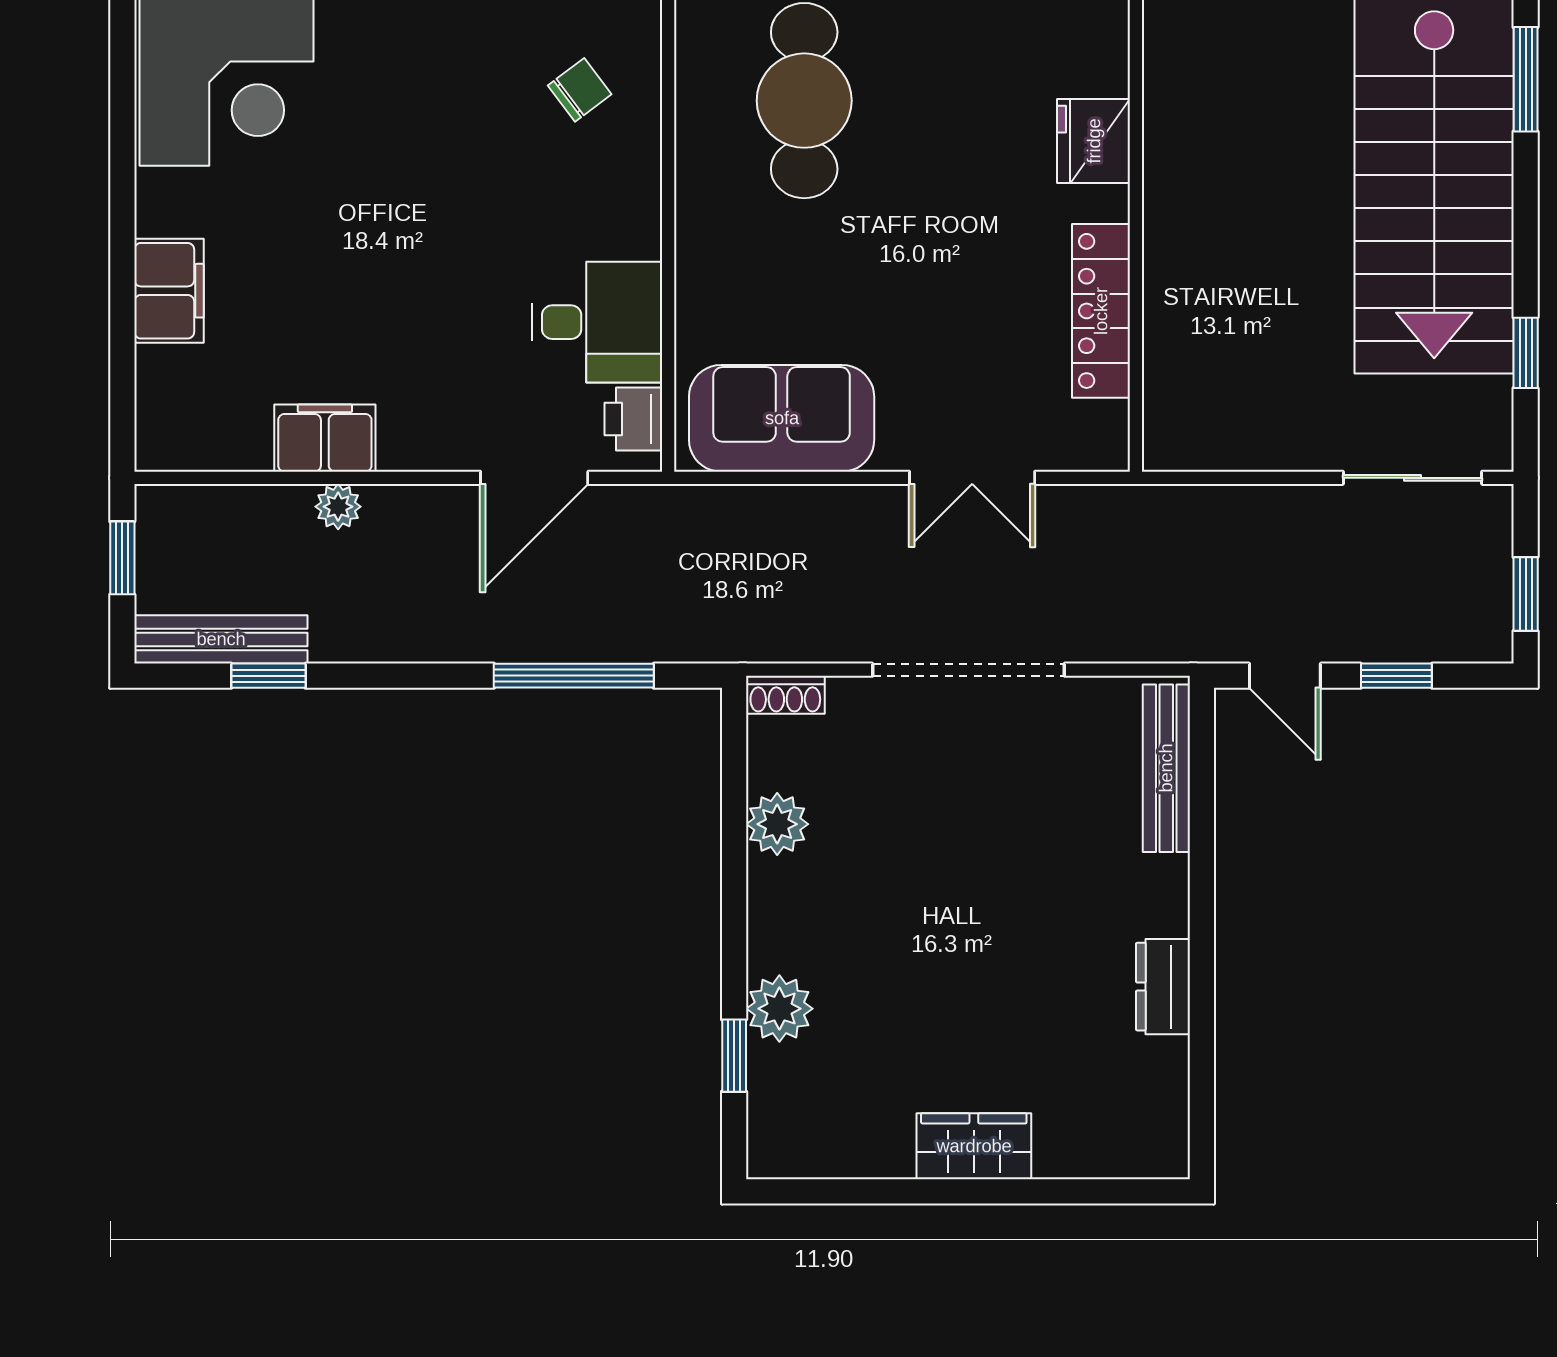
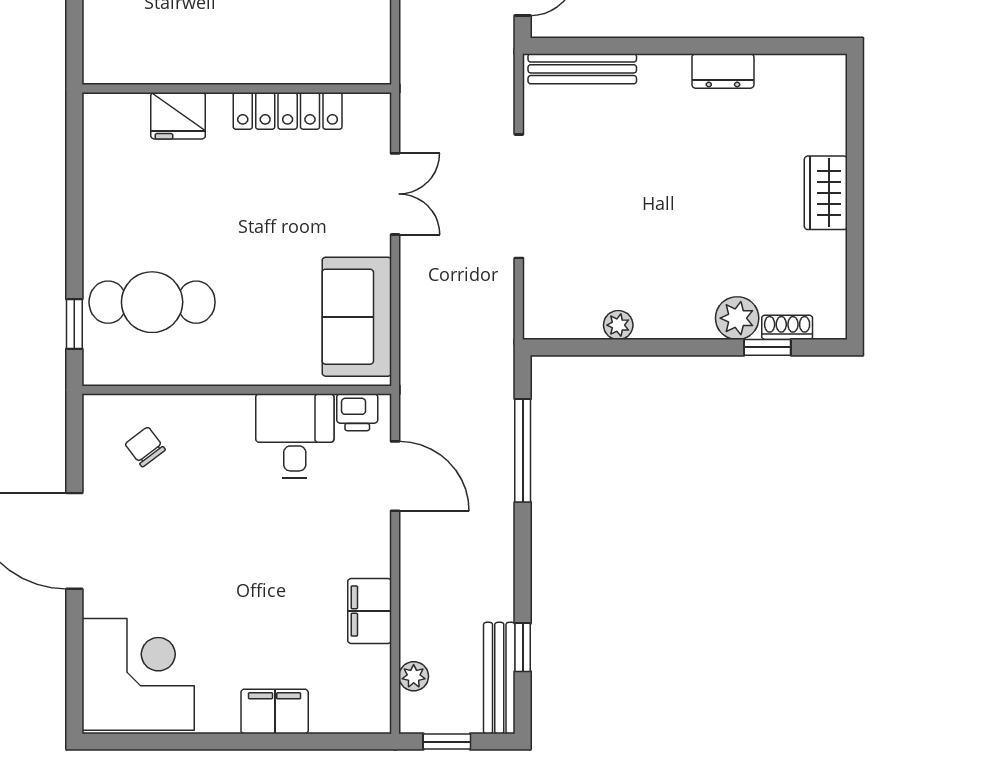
plant: (338, 507) -> (414, 676), moved
shoe rack: (785, 695) -> (787, 327), moved, turned -90
plant: (777, 824) -> (618, 325), width x0.73, depth x0.73

